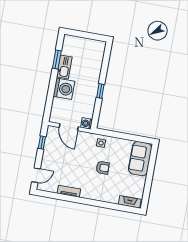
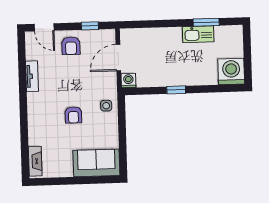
washing machine: (64, 89) -> (231, 71), moved, turned 180
armchair: (53, 159) -> (71, 46), added

